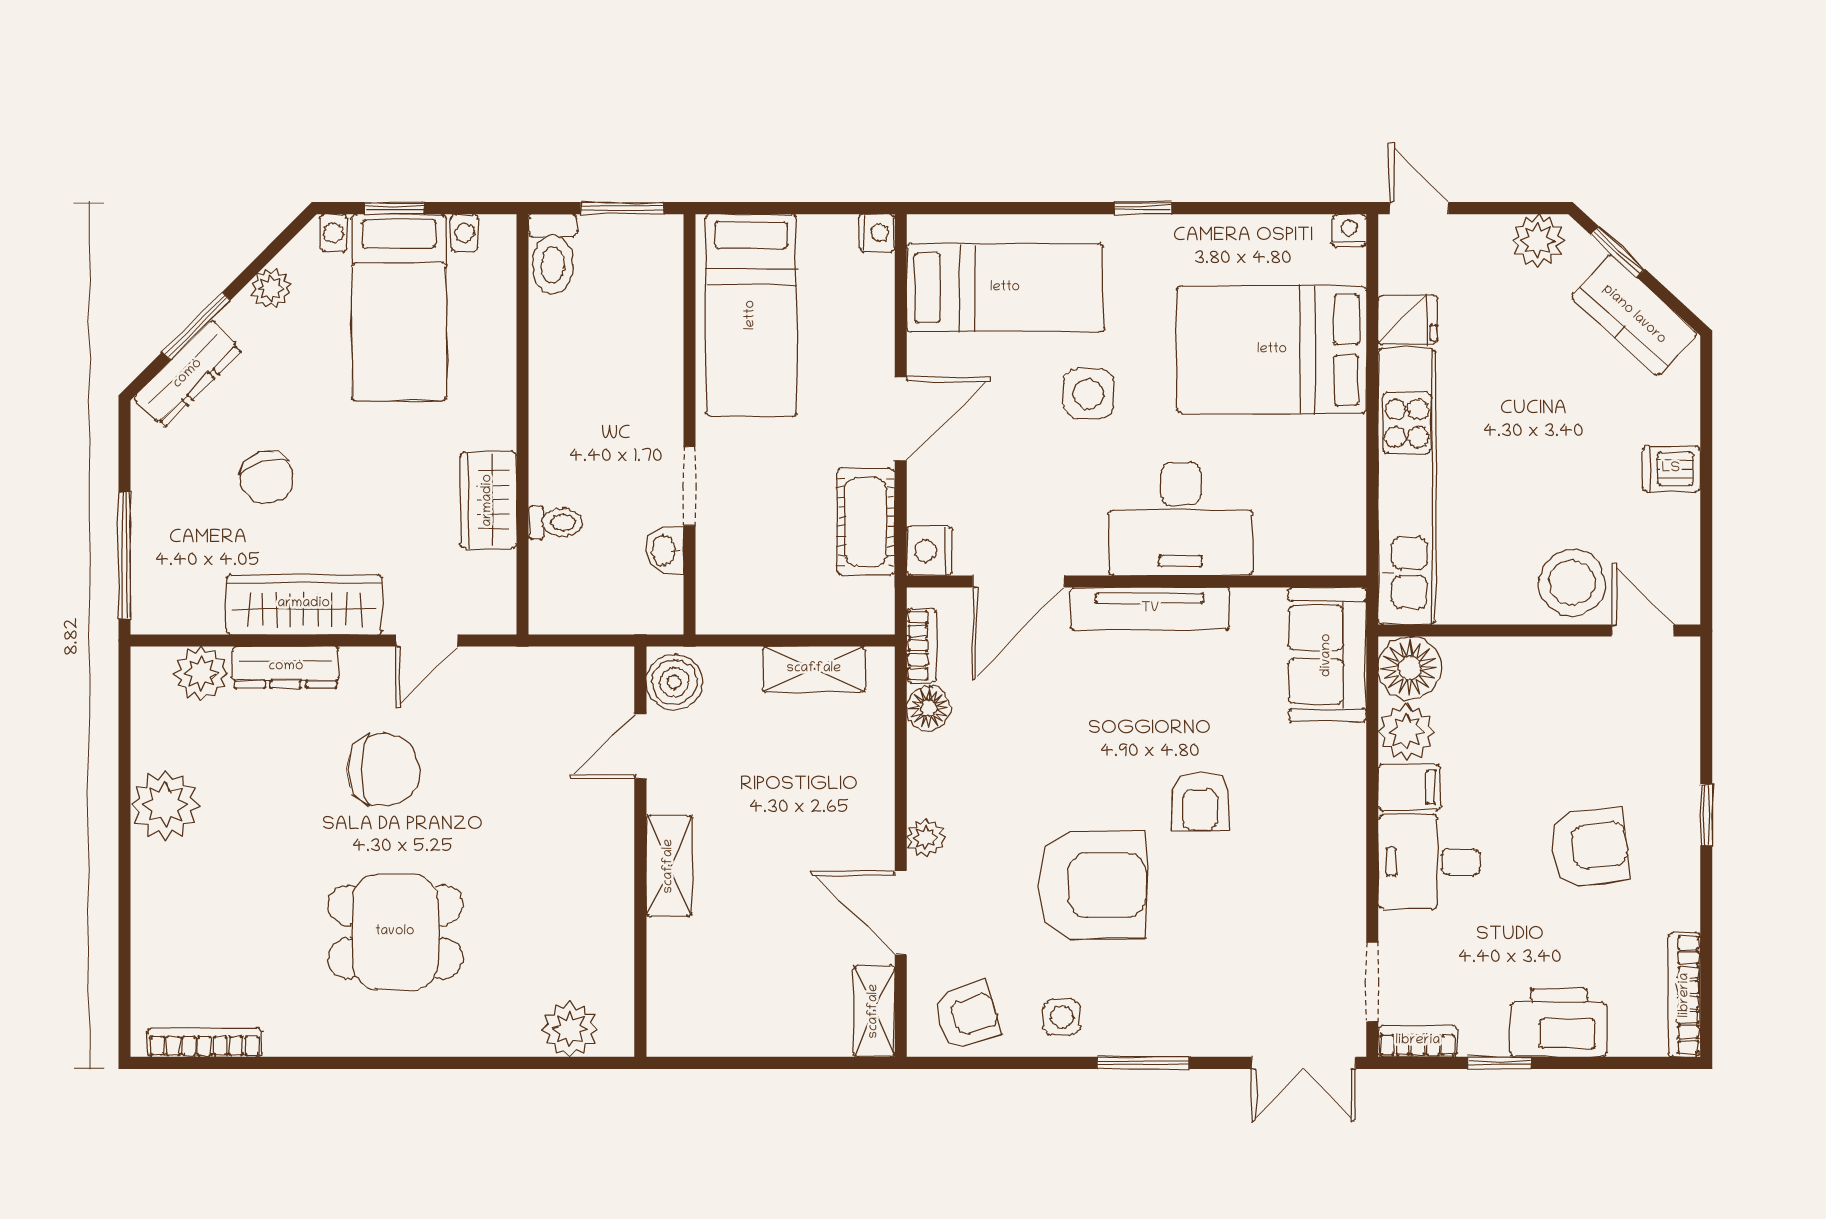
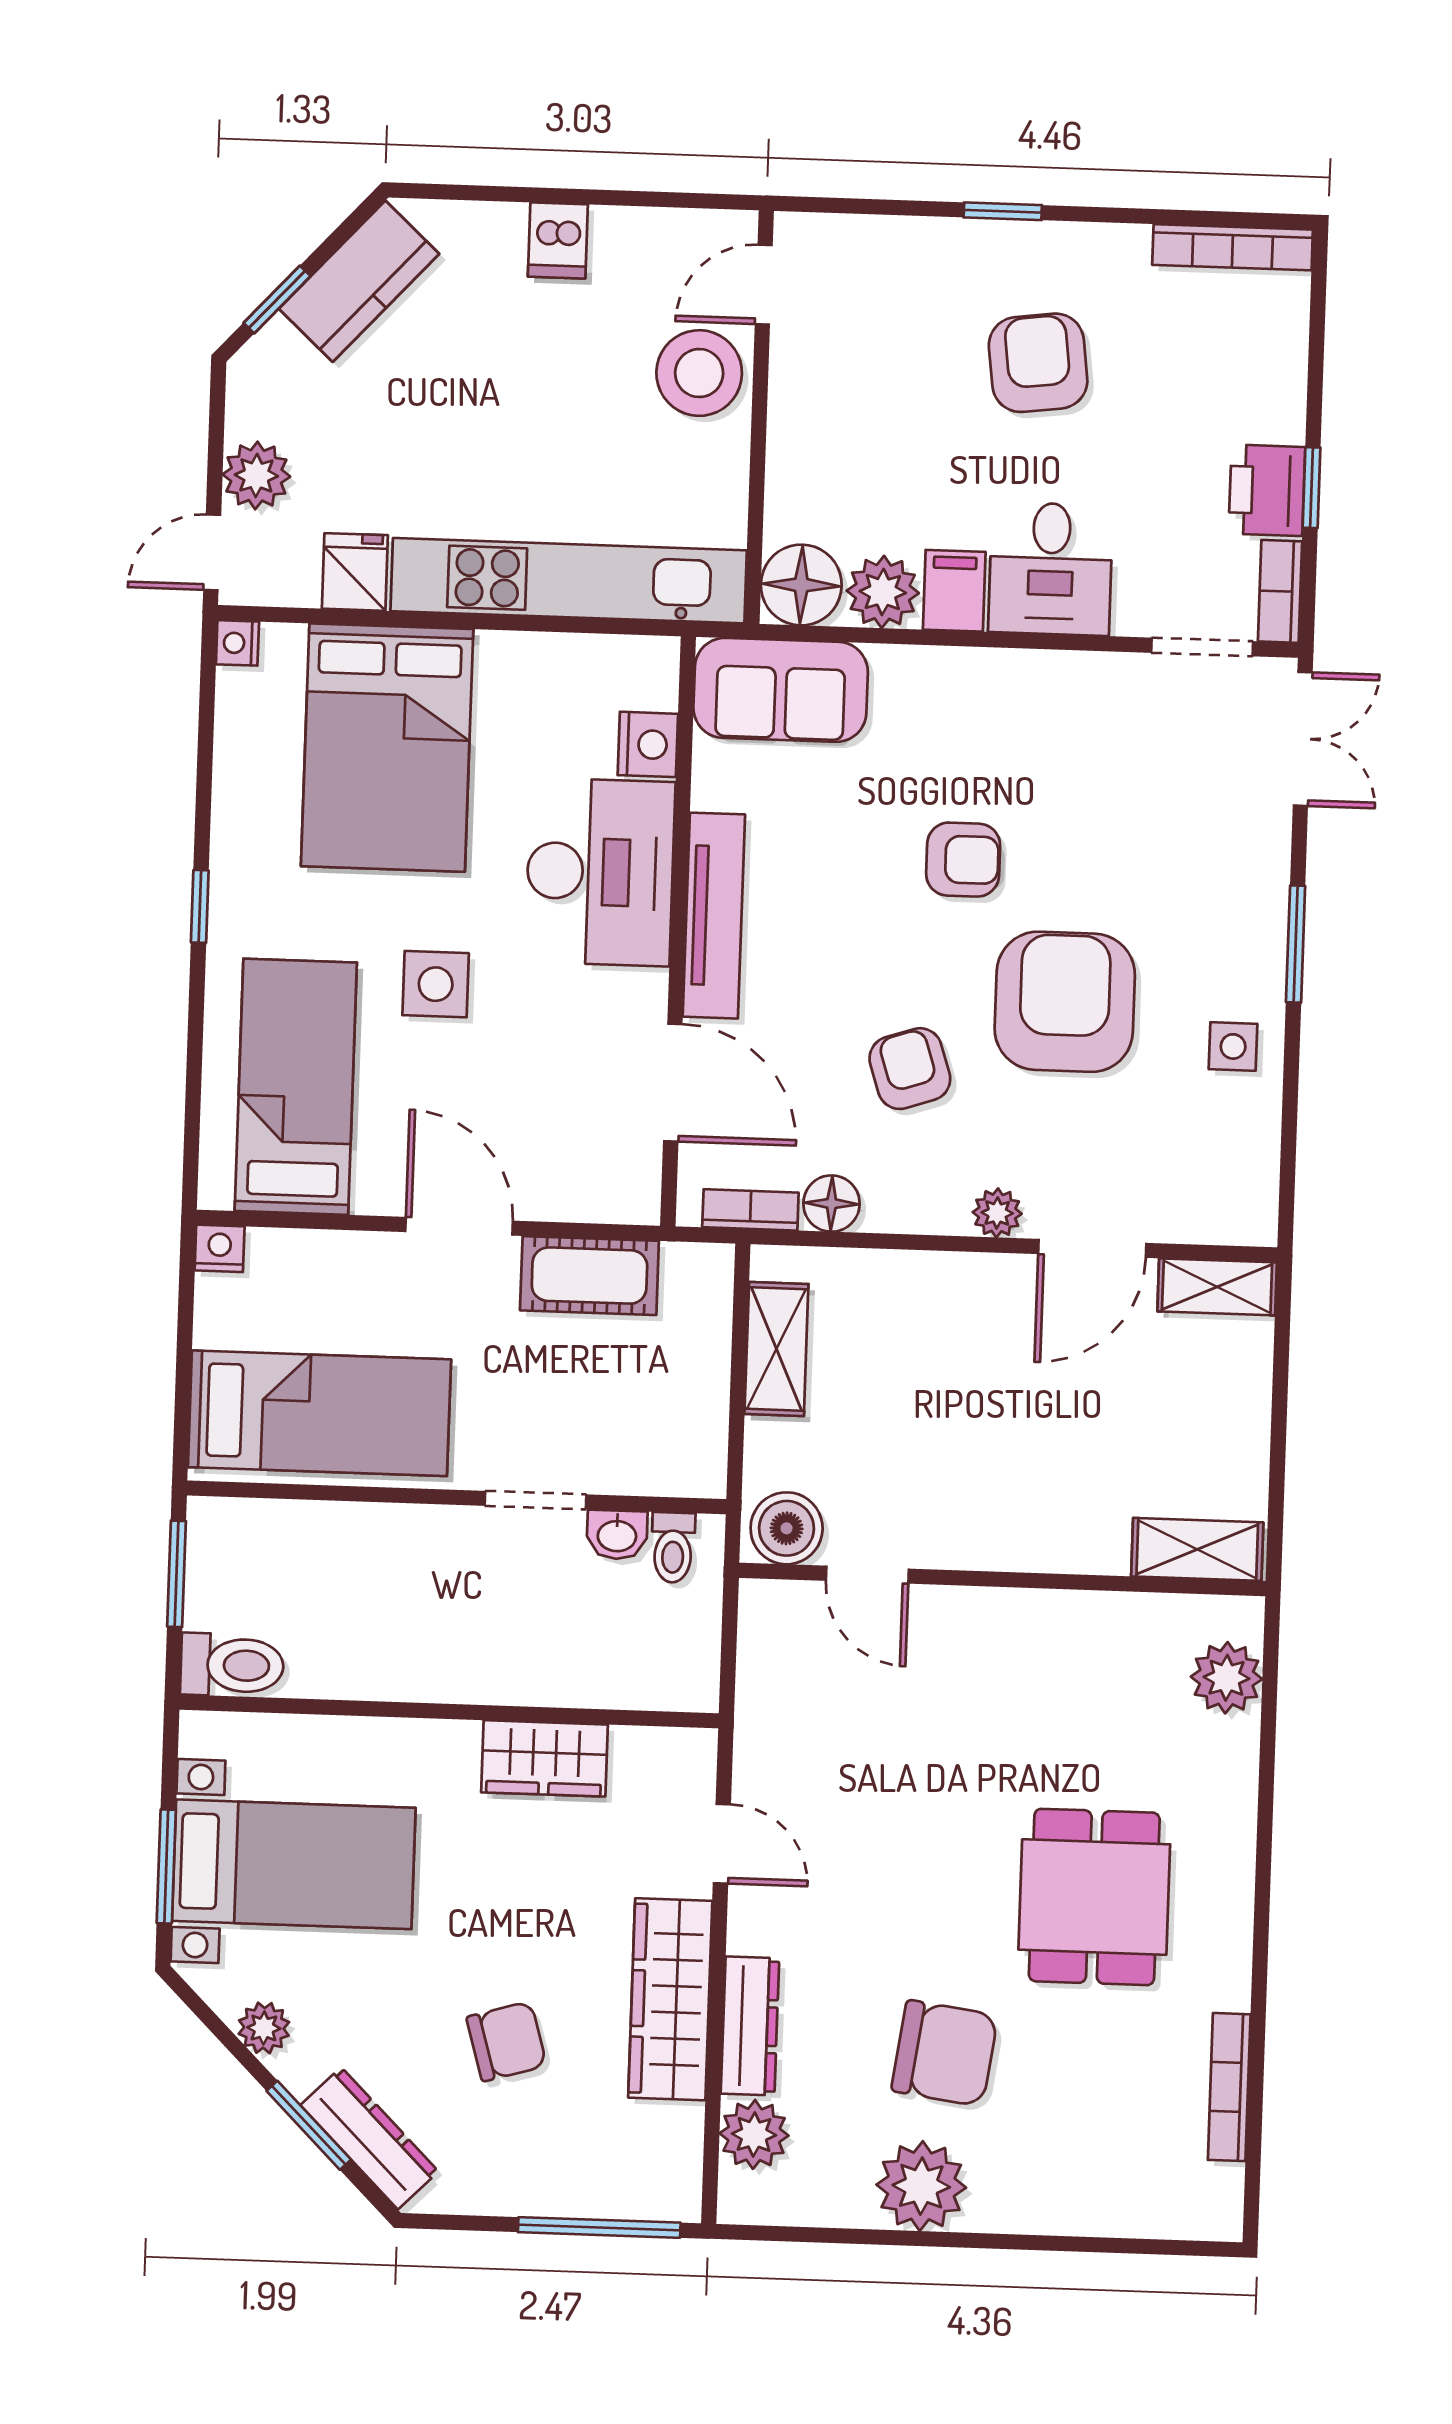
window: (394, 208) -> (166, 1866), width x1.50
plant: (1538, 241) -> (256, 475), moved
toilet: (556, 522) -> (673, 1547), moved, turned 180
nightstand: (929, 551) -> (648, 744), moved, turned -90
chair: (383, 770) -> (945, 2053), moved, turned 98
shelving: (669, 866) -> (1197, 1549), moved
armchair: (967, 1016) -> (910, 1069), moved
printer: (1559, 1023) -> (1267, 490), moved, width x0.73, depth x0.84
bookcase: (205, 1042) -> (1229, 2087), moved

